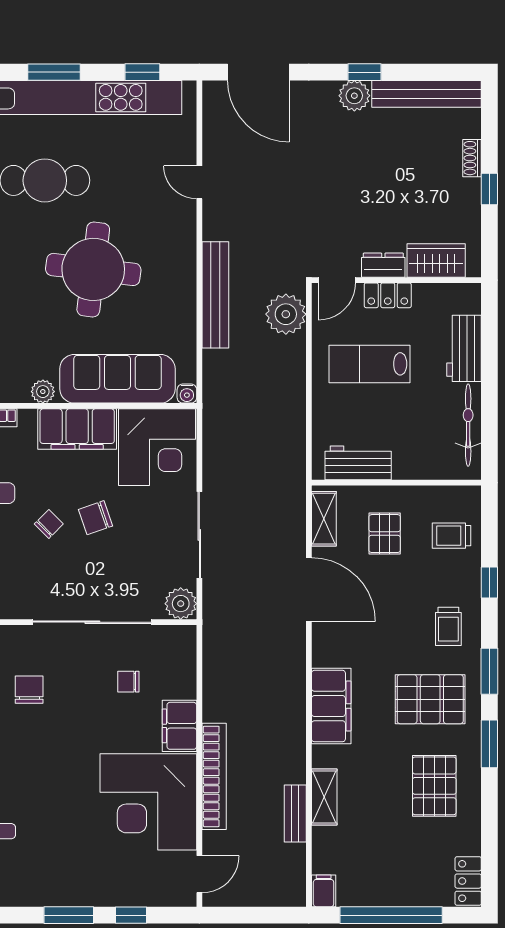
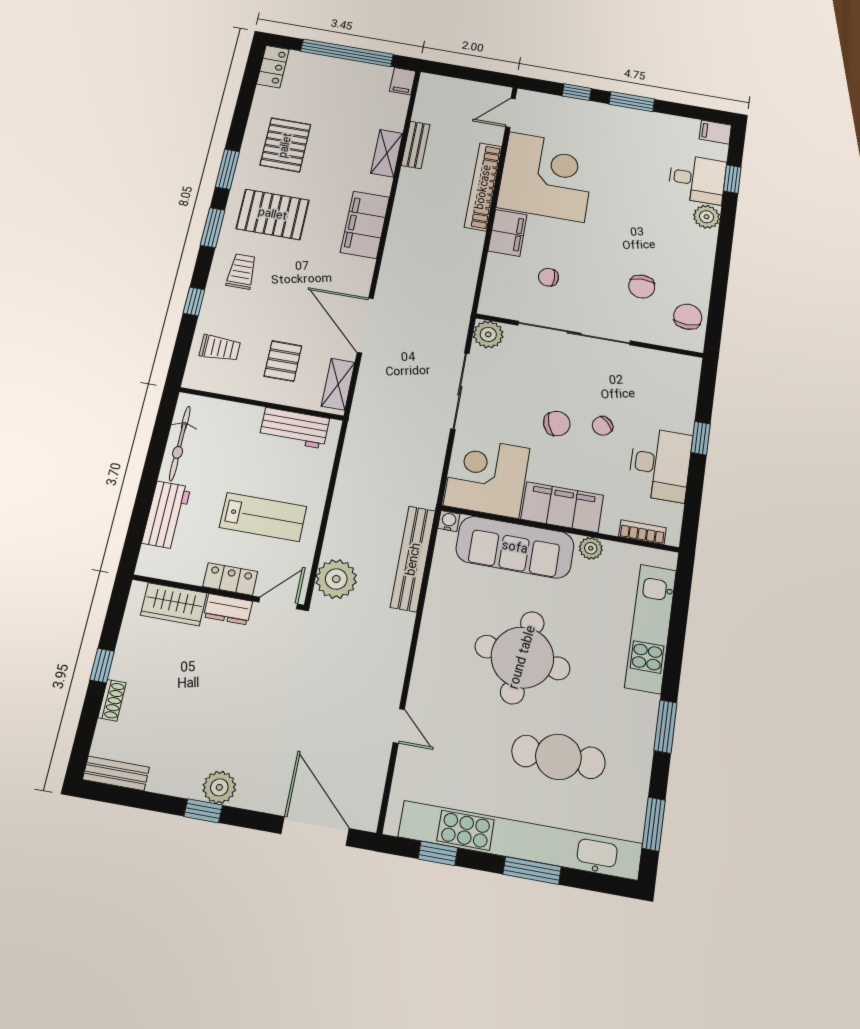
bench: (427, 94) -> (116, 773), width x0.54, depth x0.82
bench: (215, 295) -> (413, 559), moved
chair: (128, 682) -> (548, 277), turned 180

